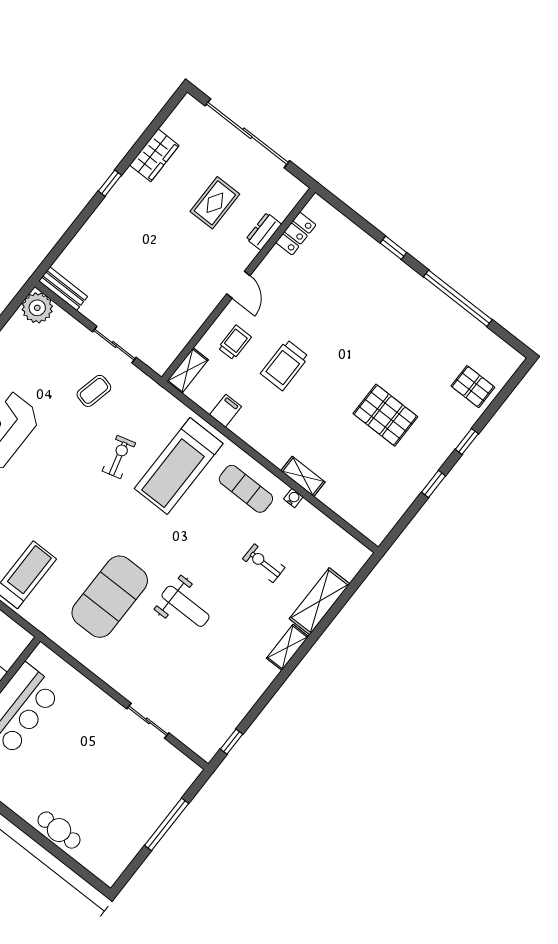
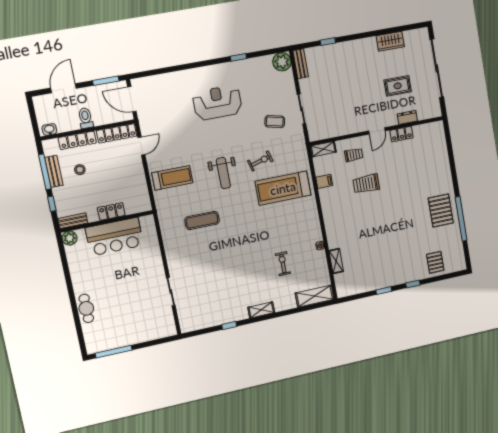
window: (110, 183) -> (328, 42), moved
locker: (296, 234) -> (402, 134), moved
window: (393, 248) -> (454, 173), removed
pallet: (385, 415) -> (441, 211), moved
shelving: (303, 476) -> (336, 261), moved
exercise mat: (246, 489) -> (303, 224), removed
exercise mat: (110, 597) -> (202, 220), width x0.50, depth x0.69
shelving: (319, 601) -> (315, 296), moved
weight bench: (185, 606) -> (223, 173), moved
window: (232, 742) -> (229, 325), moved
window: (167, 824) -> (114, 352), moved

